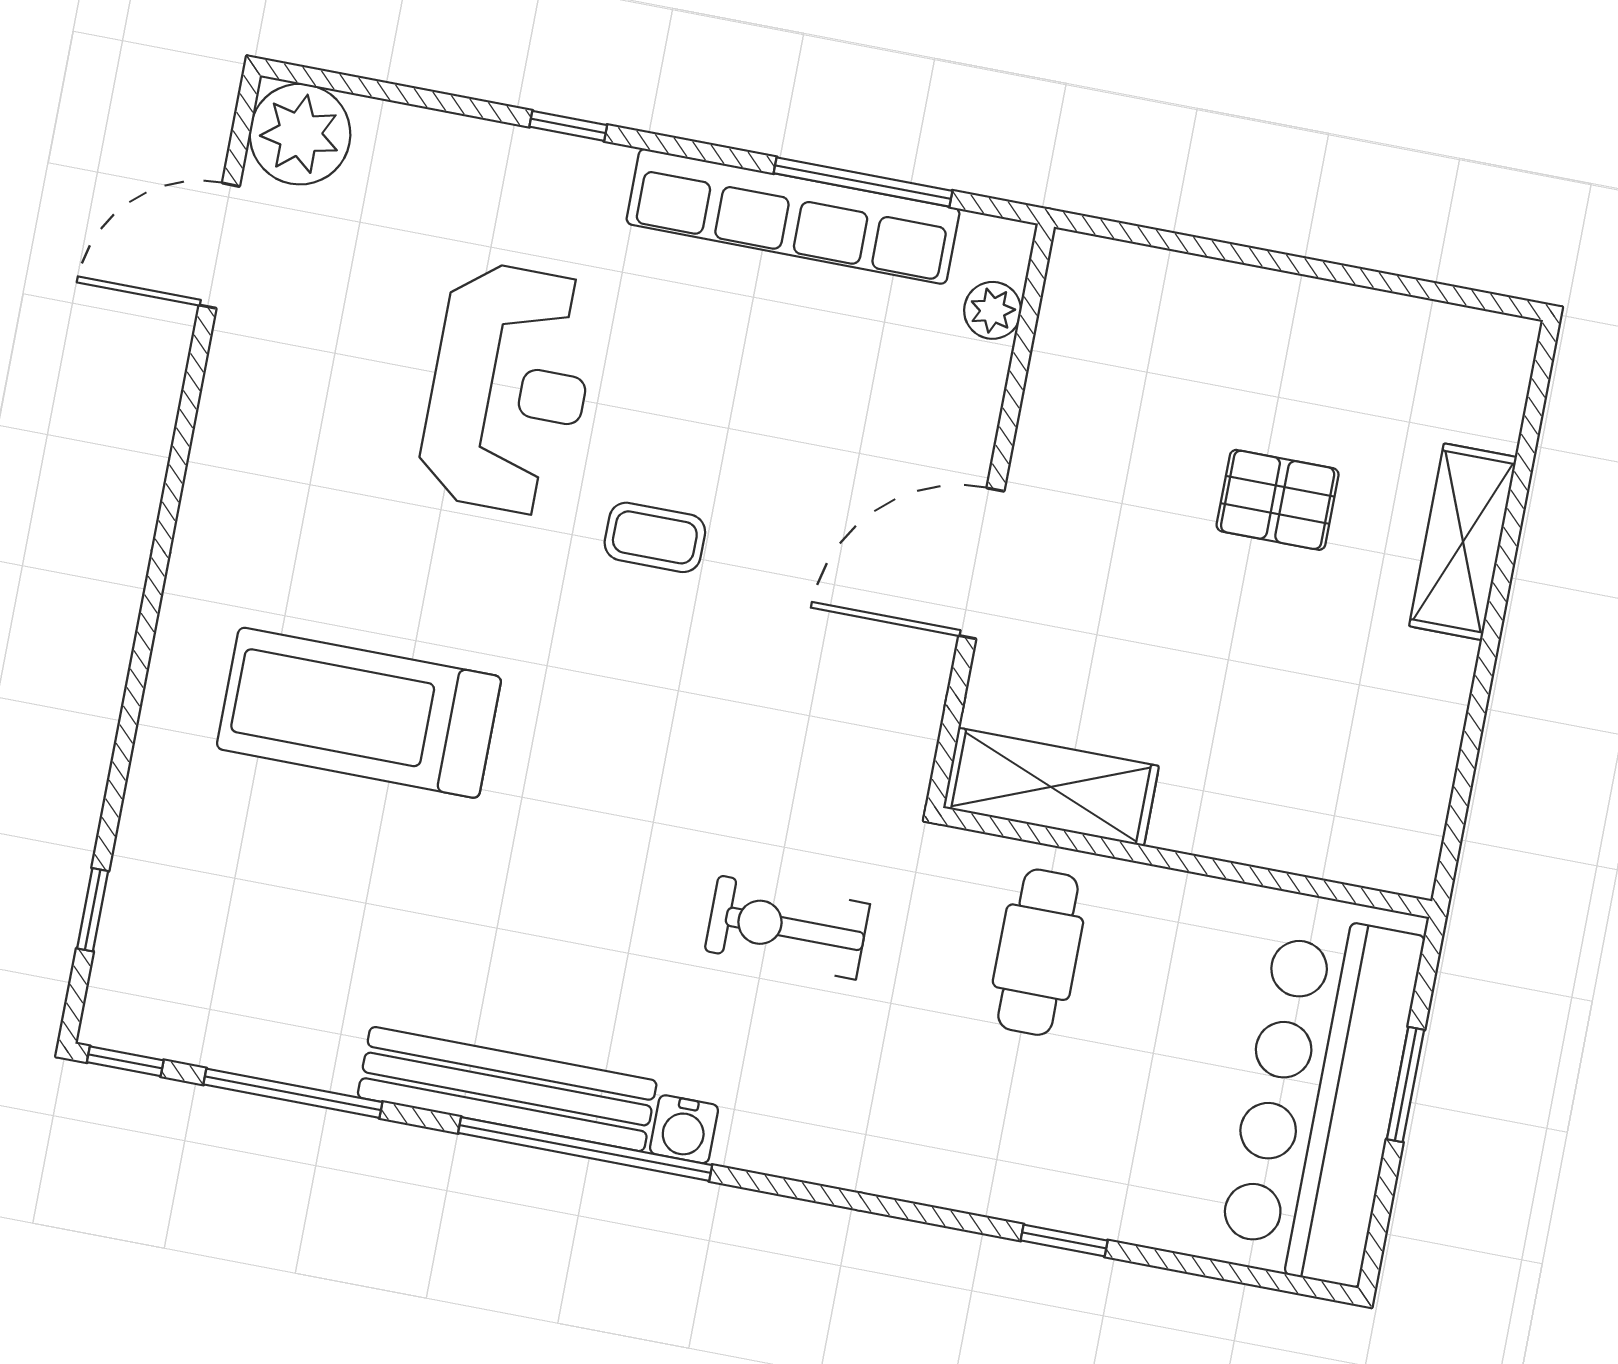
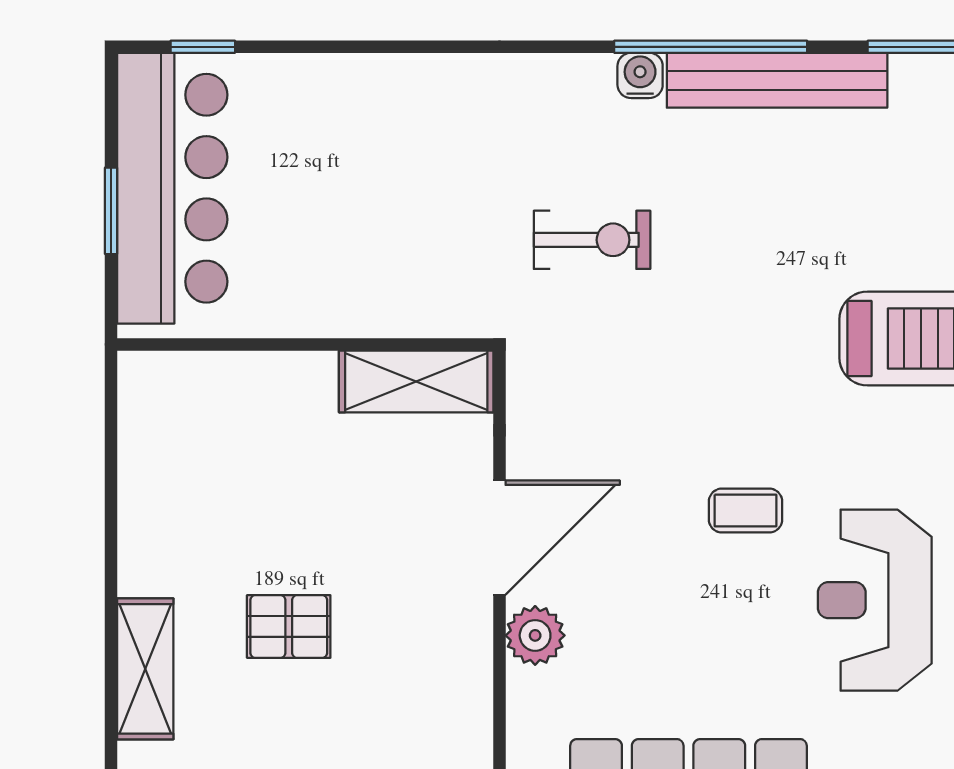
plant: (993, 310) -> (535, 635), moved, width x1.38, depth x1.38
shelving: (1463, 542) -> (145, 669), moved
cafe table: (1038, 952) -> (403, 257), removed
window: (1064, 1240) -> (203, 47), moved

